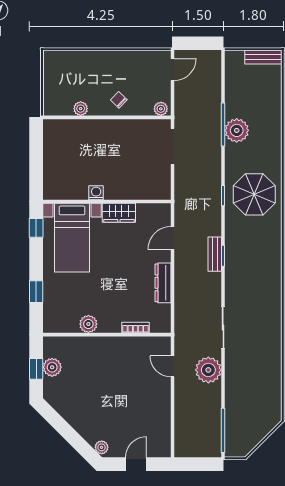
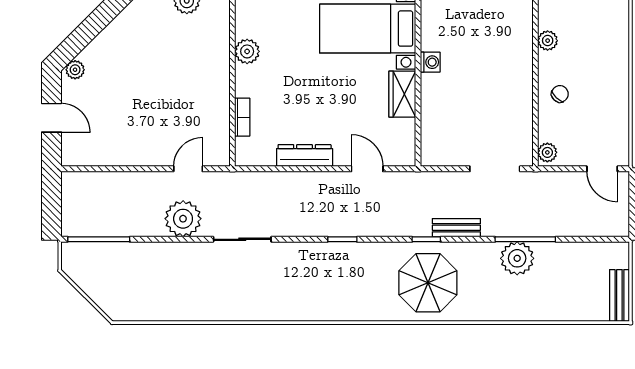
bench: (215, 254) -> (456, 228), moved

